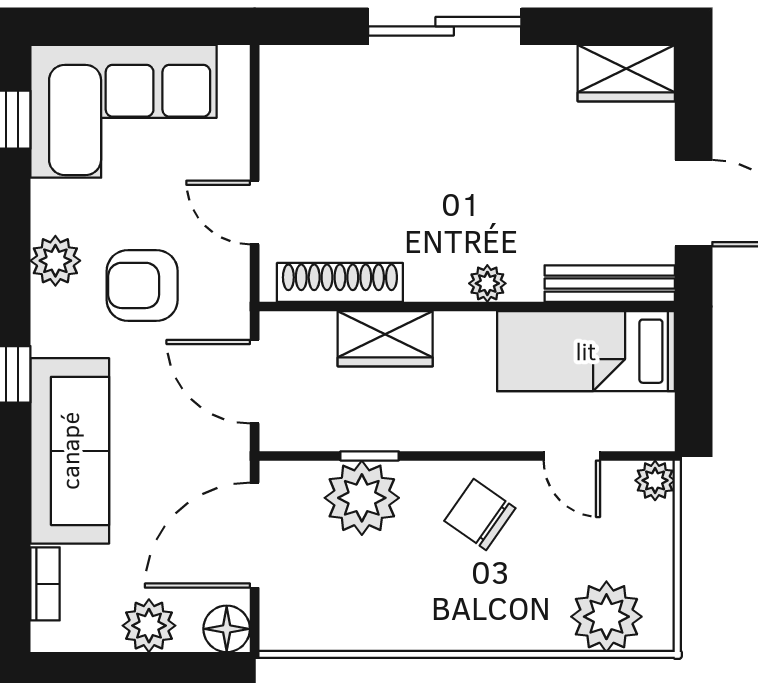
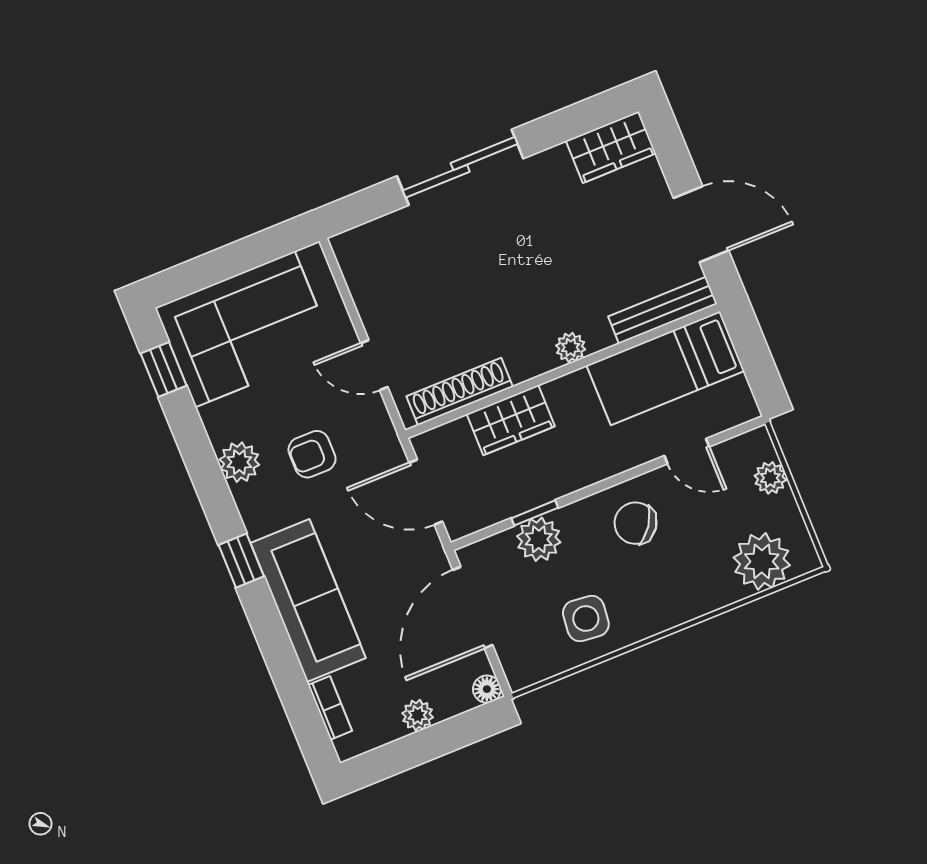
armchair: (142, 285) -> (312, 454), width x0.72, depth x0.72
plant: (655, 480) -> (770, 478), moved
plant: (362, 498) -> (539, 539), width x0.73, depth x0.73
side table: (379, 600) -> (586, 618), added
plant: (149, 626) -> (418, 715), width x0.73, depth x0.73
floor lamp: (227, 629) -> (487, 689), width x0.73, depth x0.73

